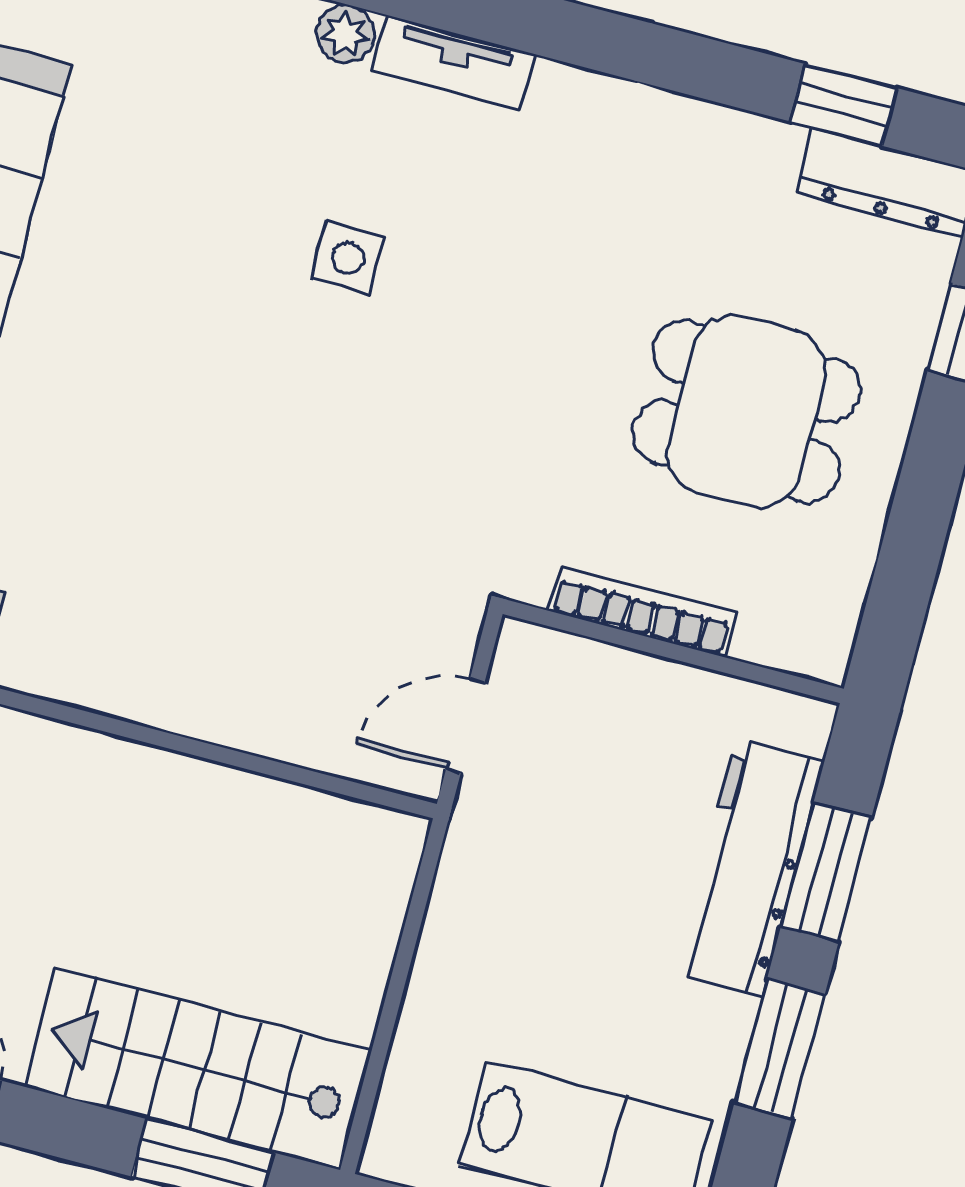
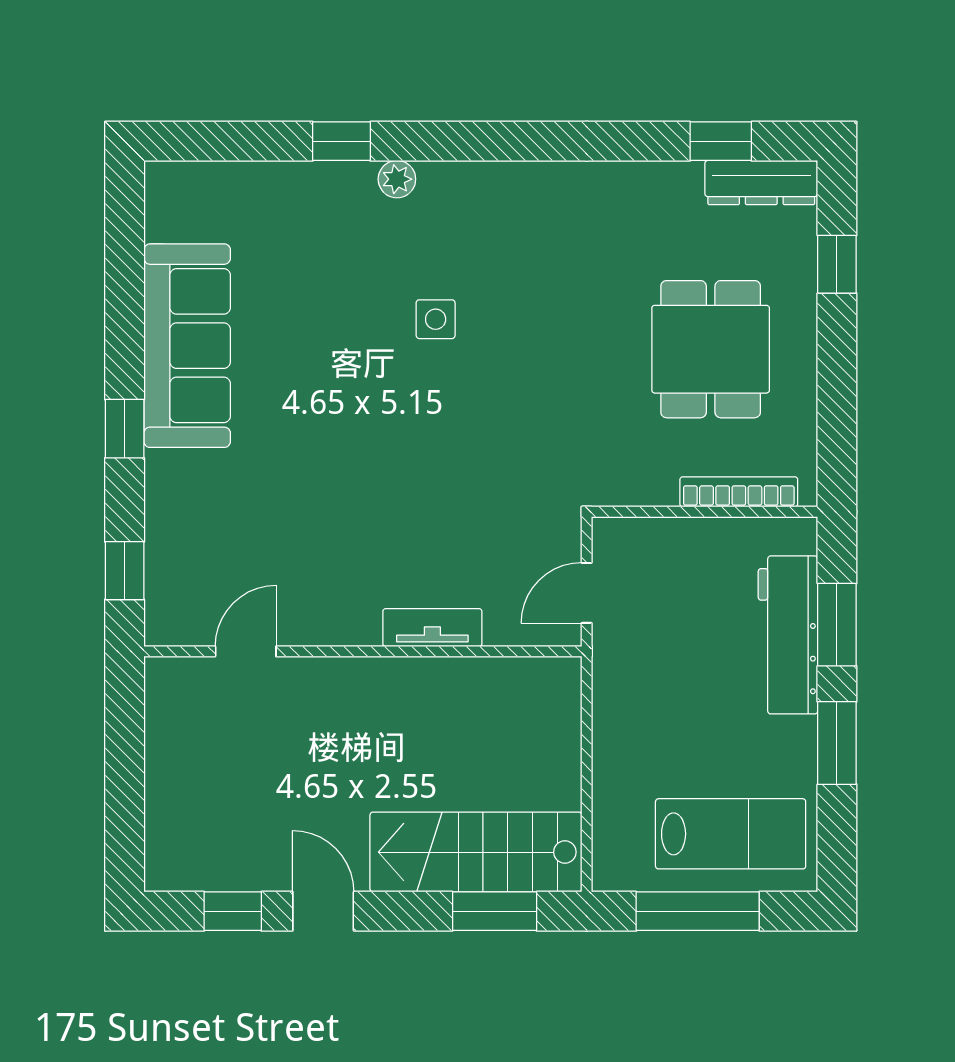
tv unit: (453, 63) -> (432, 628), moved, turned 180
dining table: (746, 411) -> (711, 349), turned 90
bookcase: (642, 611) -> (739, 492), moved

